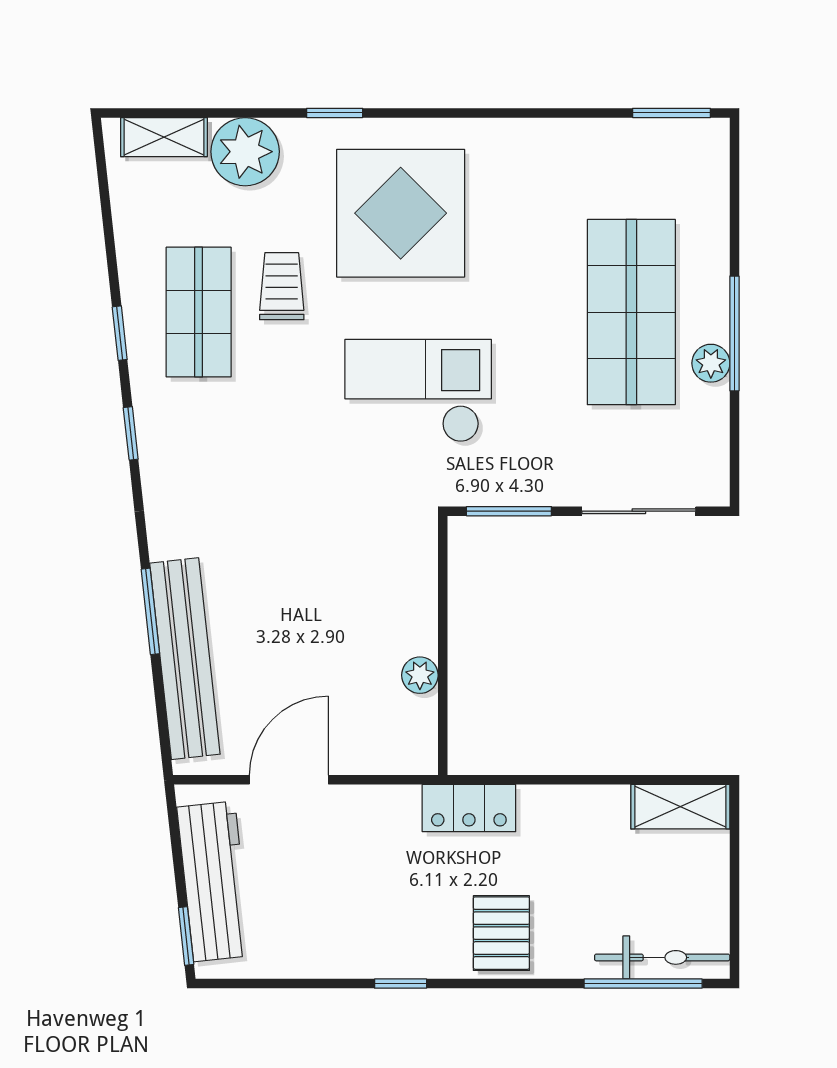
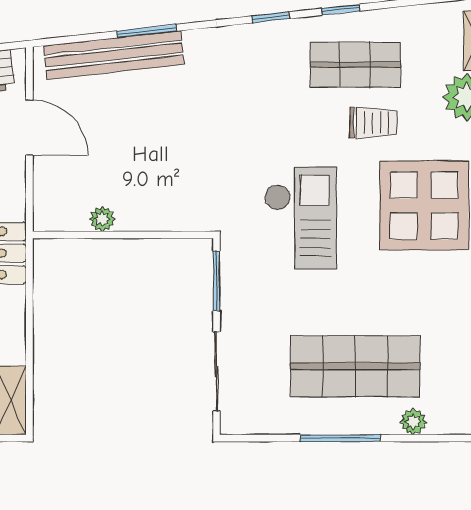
plant: (711, 363) -> (413, 422), moved

